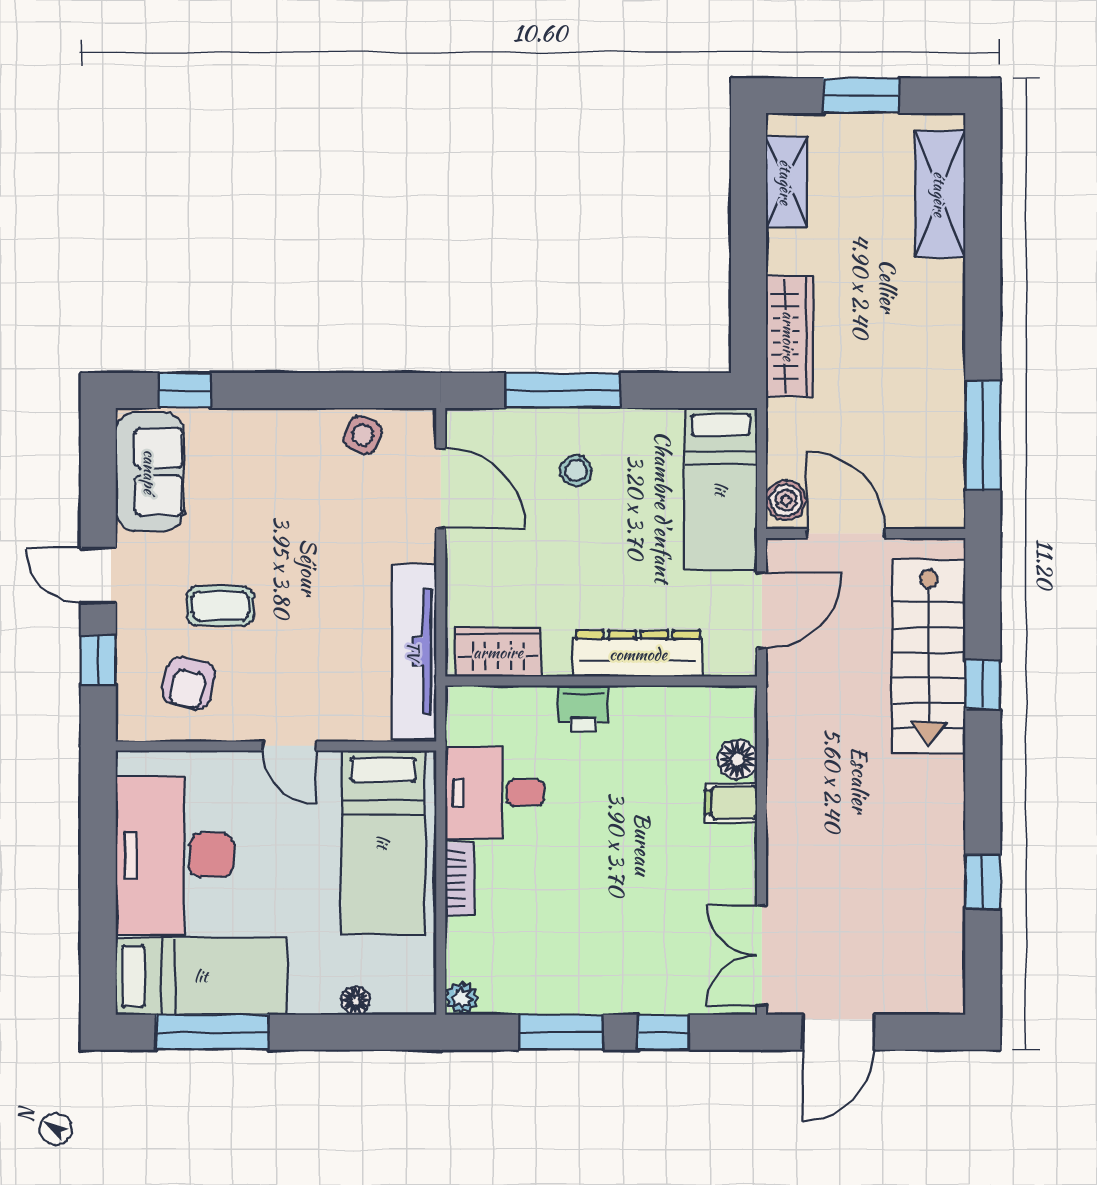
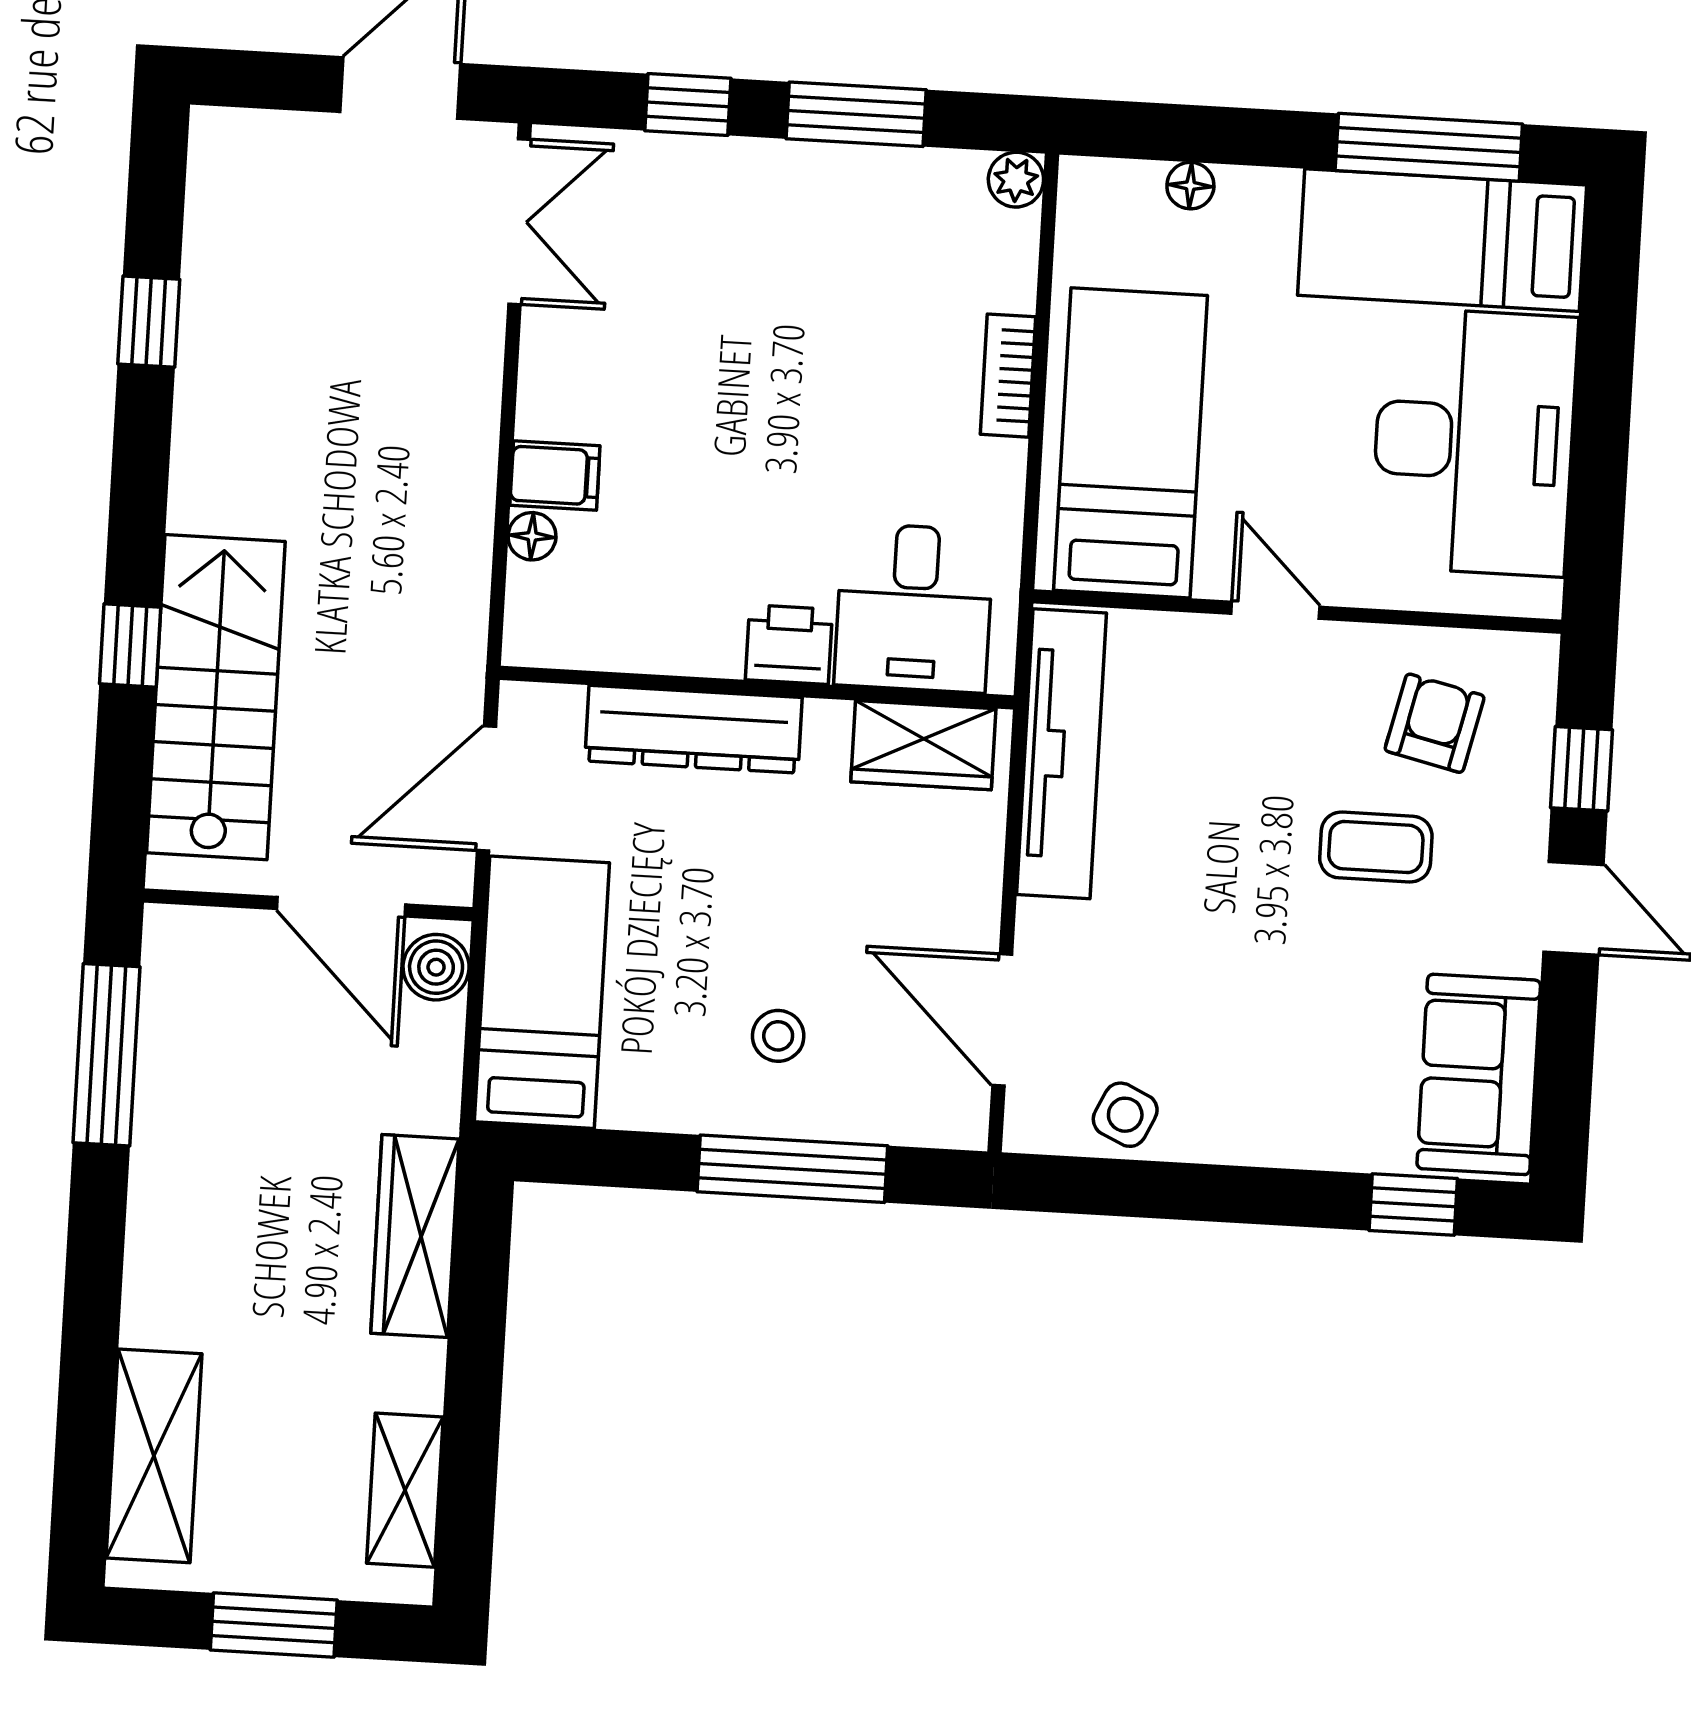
floor lamp: (737, 760) -> (532, 536), width x0.73, depth x0.73
desk: (495, 793) -> (914, 608), moved, turned 90

